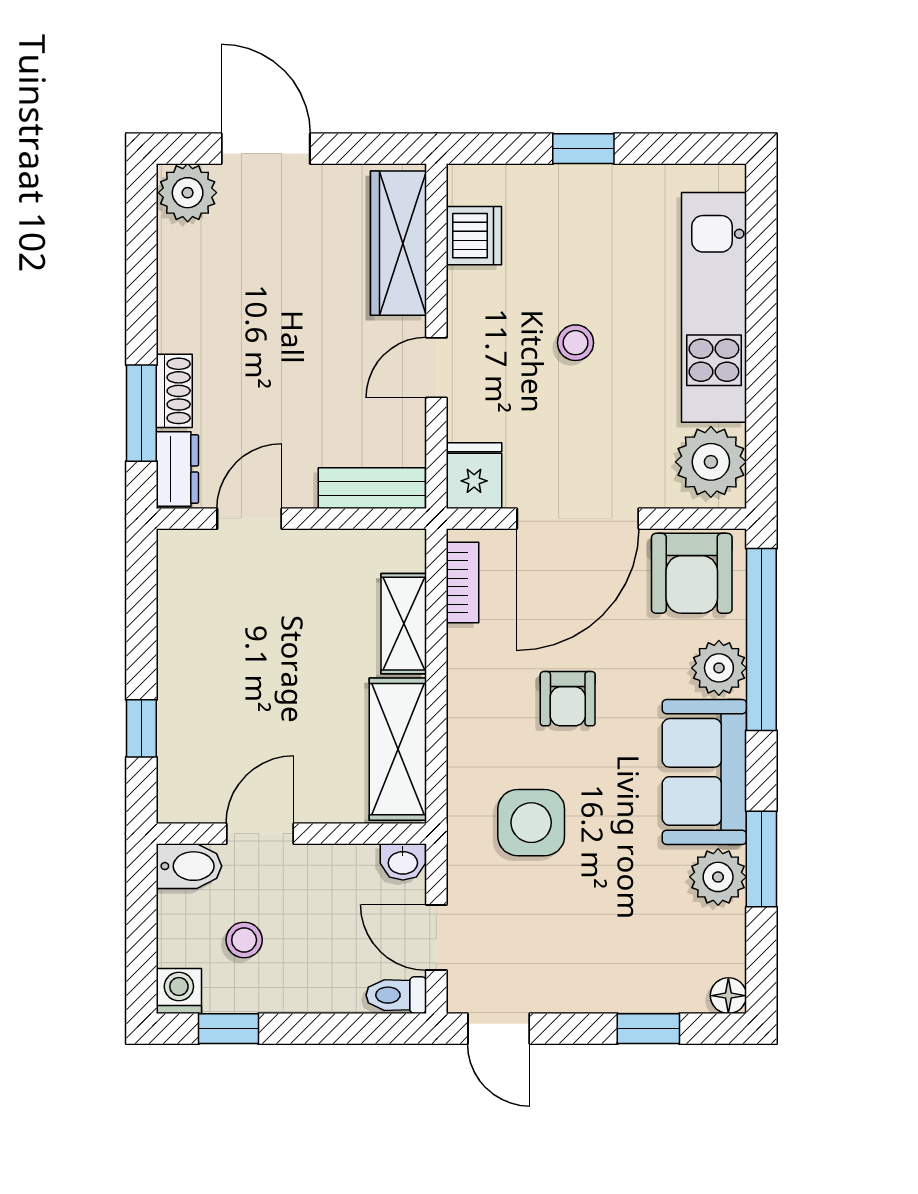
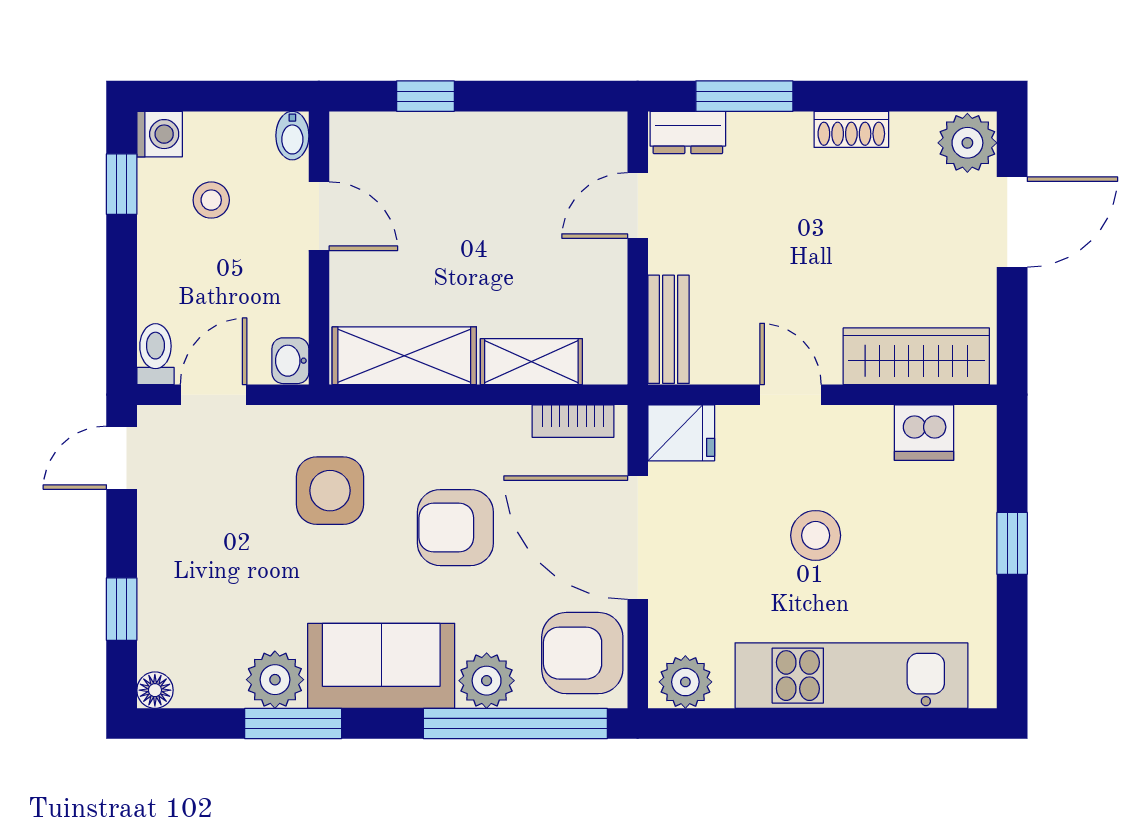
stool: (576, 343) -> (816, 535), width x1.37, depth x1.37
shoe rack: (174, 391) -> (851, 129), moved
plant: (711, 462) -> (685, 682), width x0.73, depth x0.73
door: (249, 519) -> (638, 205), swing flipped
armchair: (568, 699) -> (455, 528), width x1.38, depth x1.38
bidet: (189, 866) -> (292, 136), width x0.72, depth x0.74

